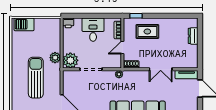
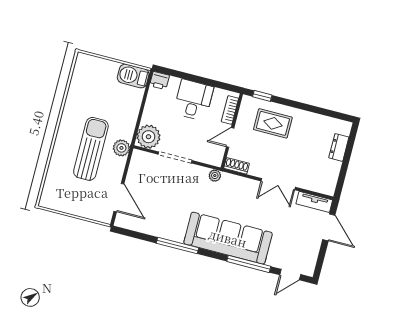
barbecue: (24, 24) -> (133, 76), moved
plant: (55, 58) -> (121, 148), moved

